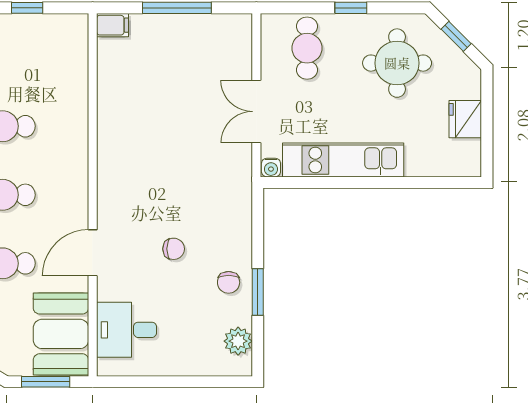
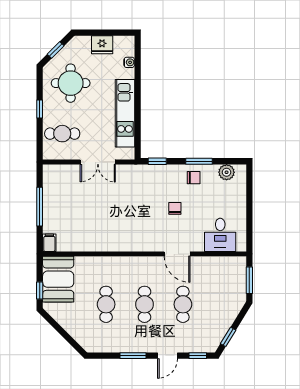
water cooler: (271, 168) -> (129, 62), moved
window: (258, 217) -> (157, 161), added
booth: (61, 334) -> (58, 279), moved, turned 90

